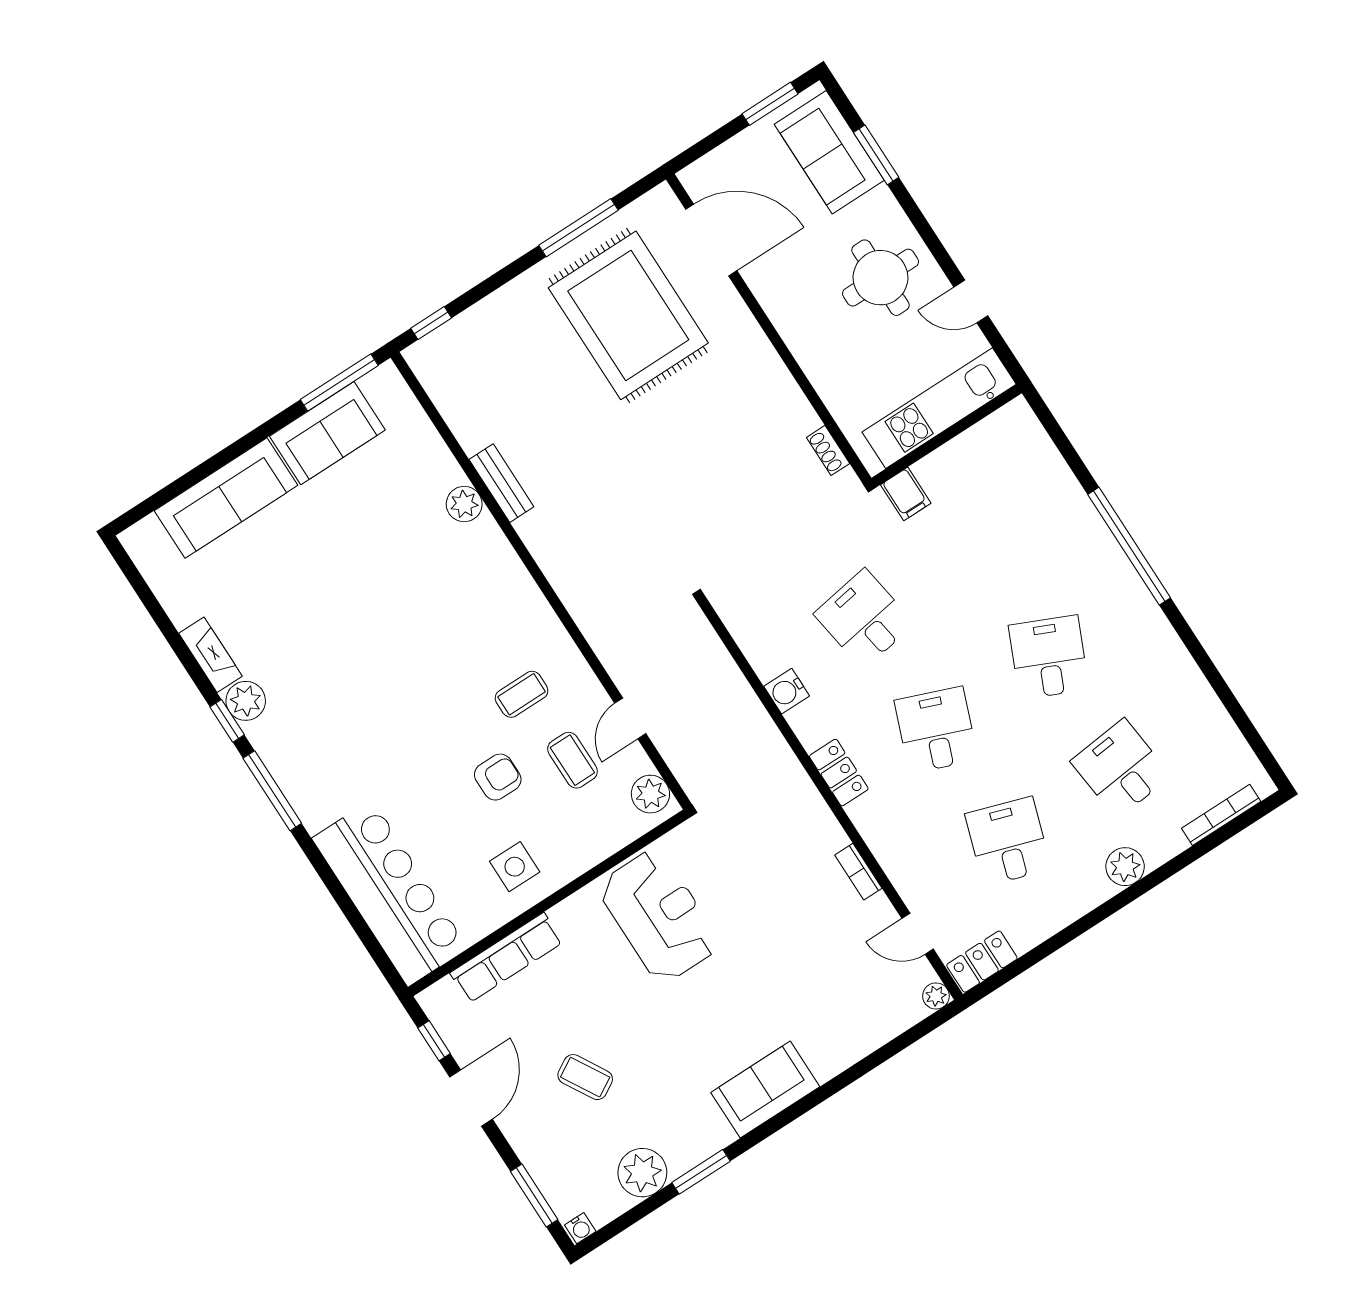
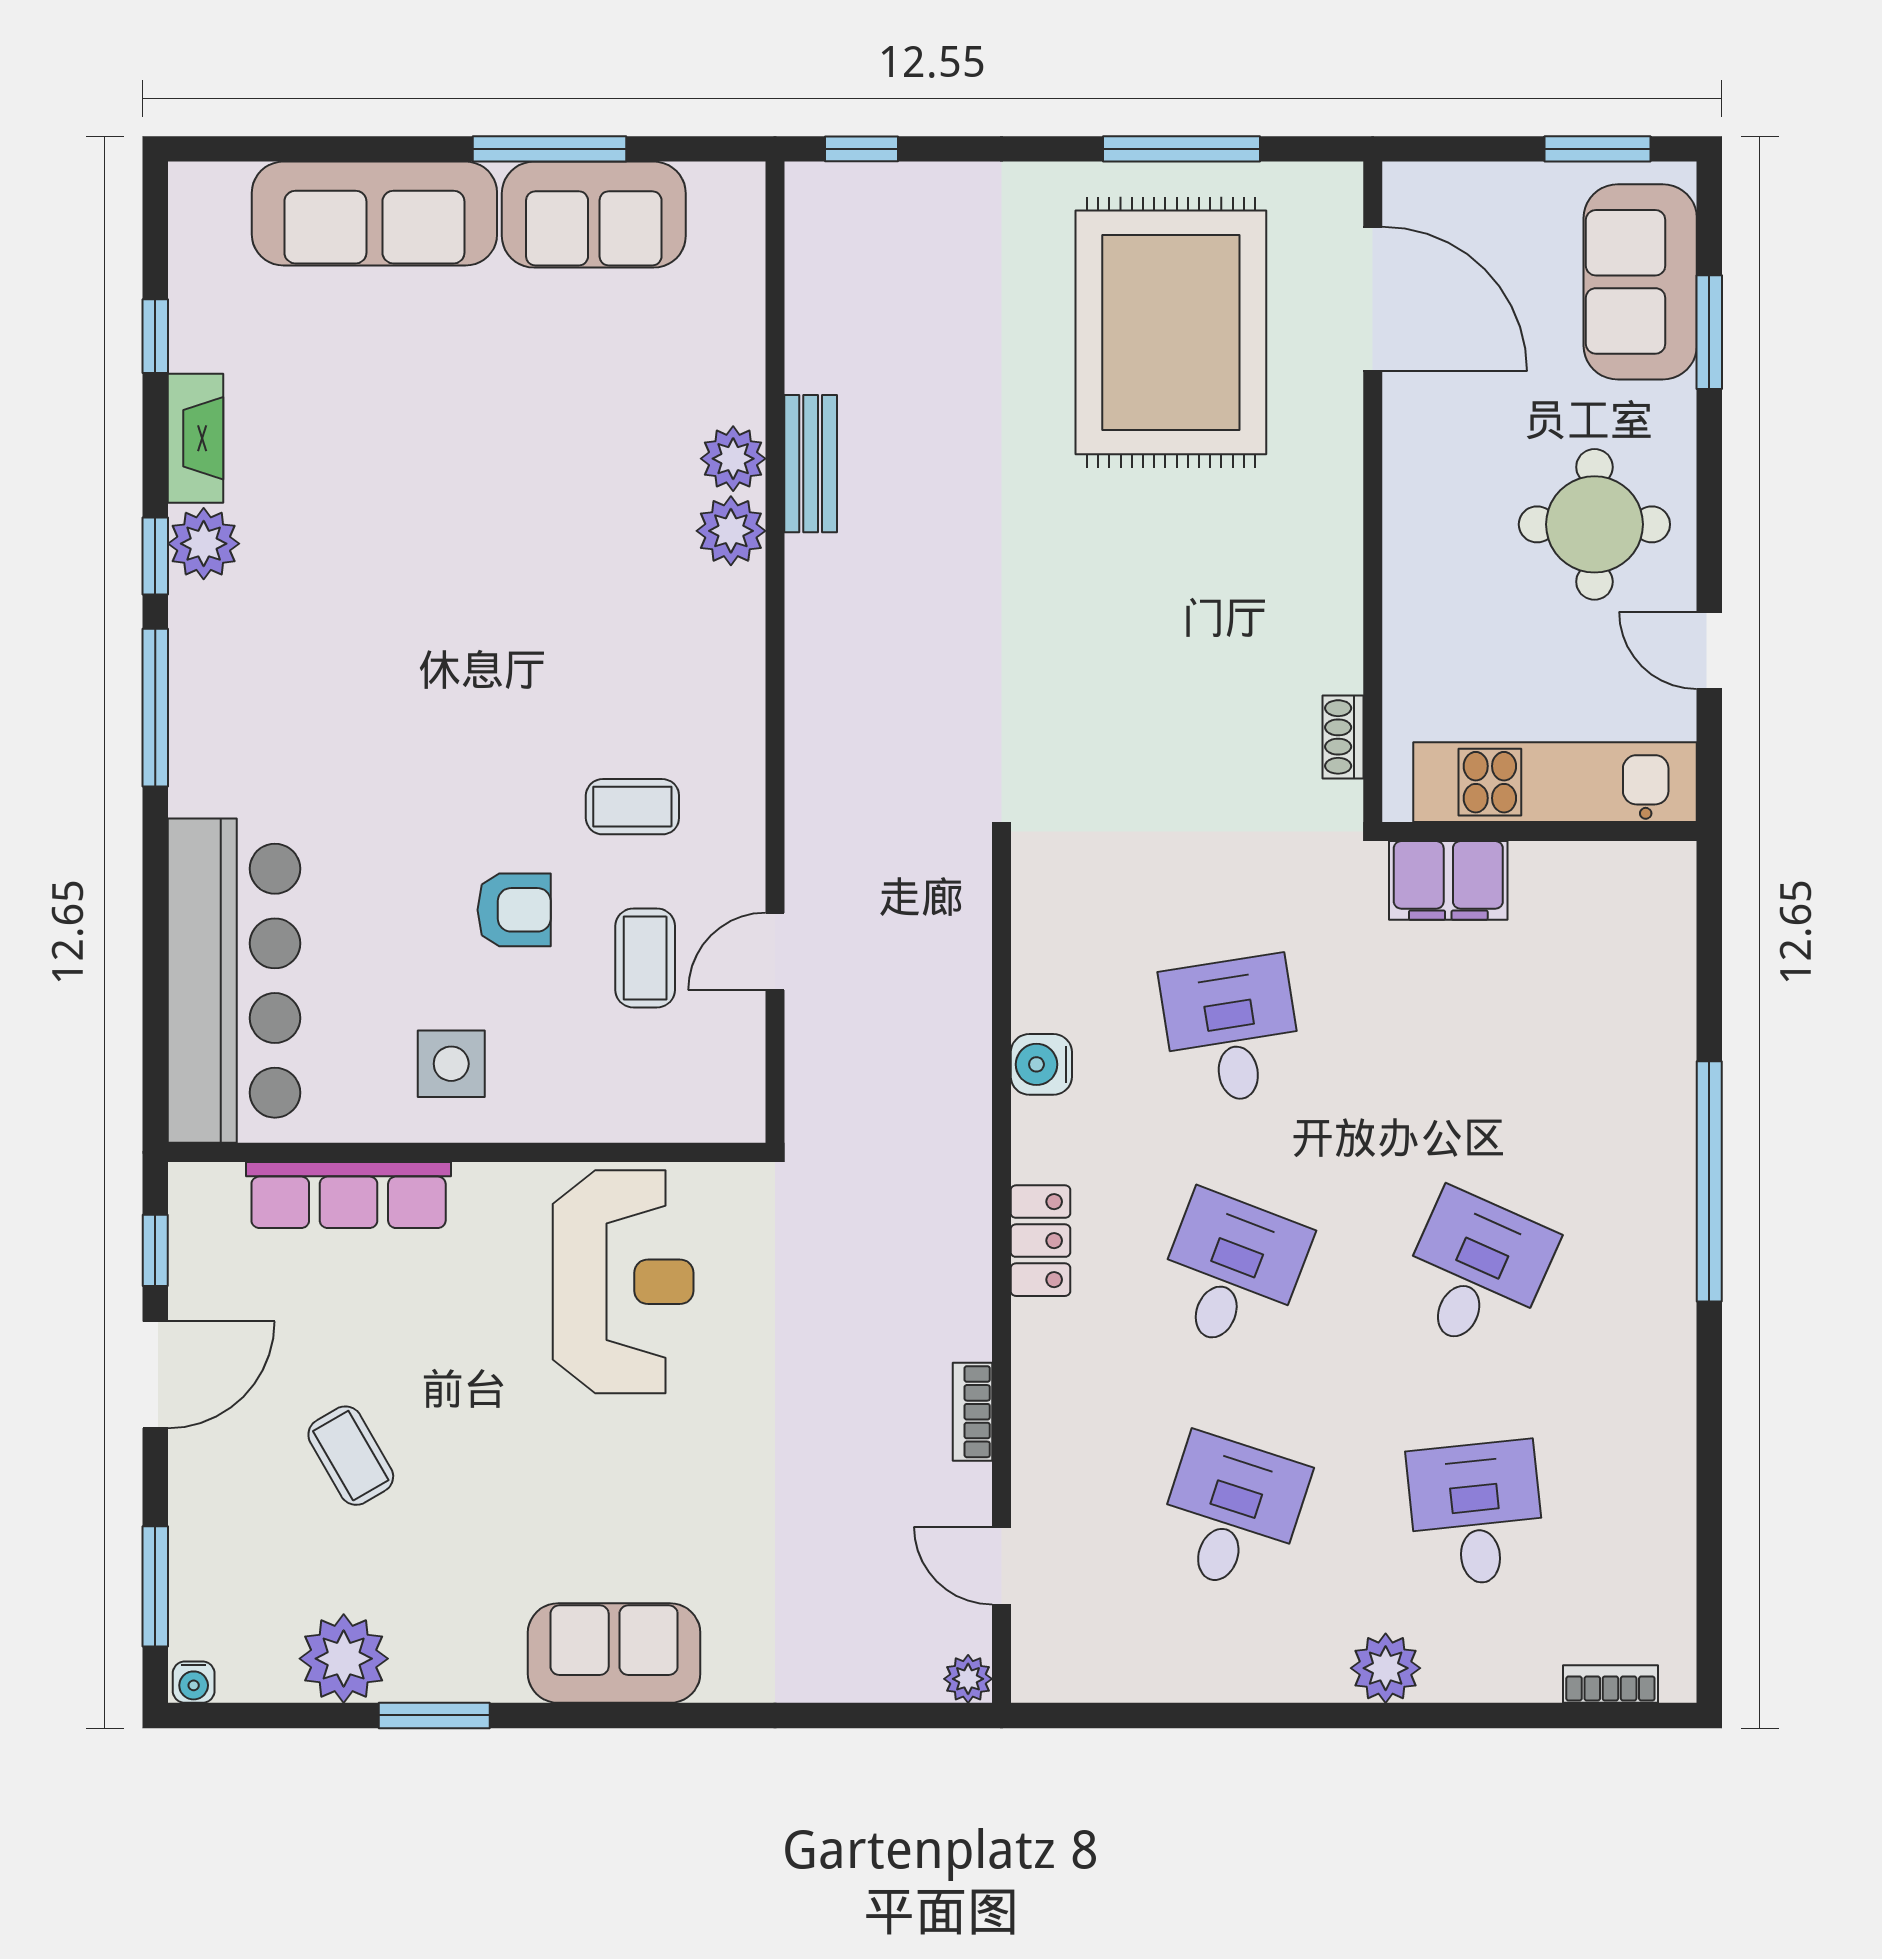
window: (339, 383) -> (550, 149), moved
filing cabinet: (906, 494) -> (1448, 880), width x2.00
window: (162, 620) -> (155, 336), added
plant: (650, 794) -> (731, 531), moved
bookcase: (1221, 815) -> (1610, 1684), width x0.64
locker: (982, 962) -> (1072, 1672), removed

